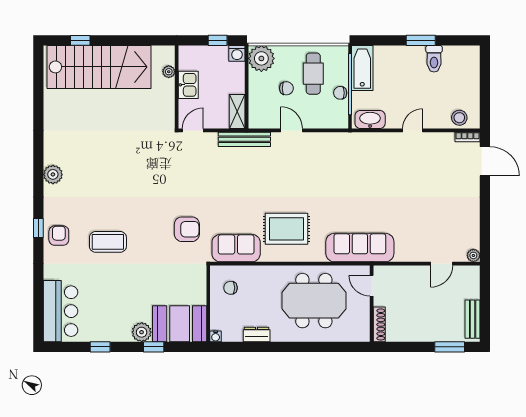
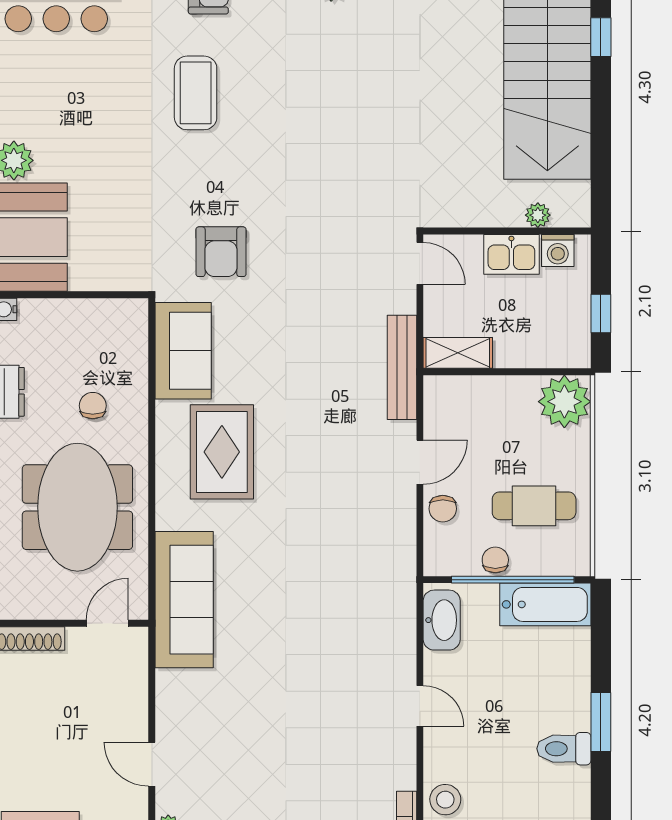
washing machine: (237, 53) -> (558, 251), moved, turned -90
chair: (286, 88) -> (443, 509), moved
chair: (231, 288) -> (93, 406), moved

